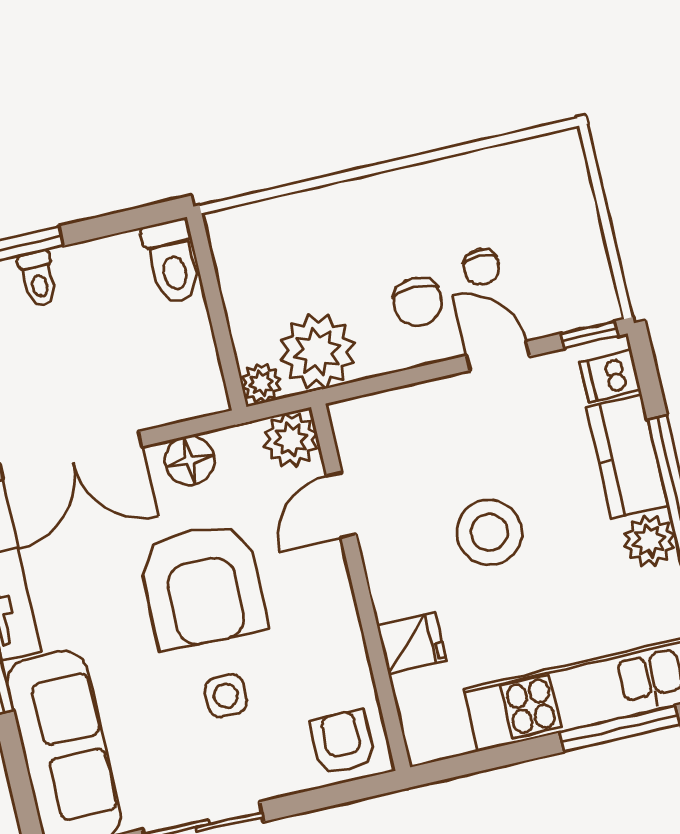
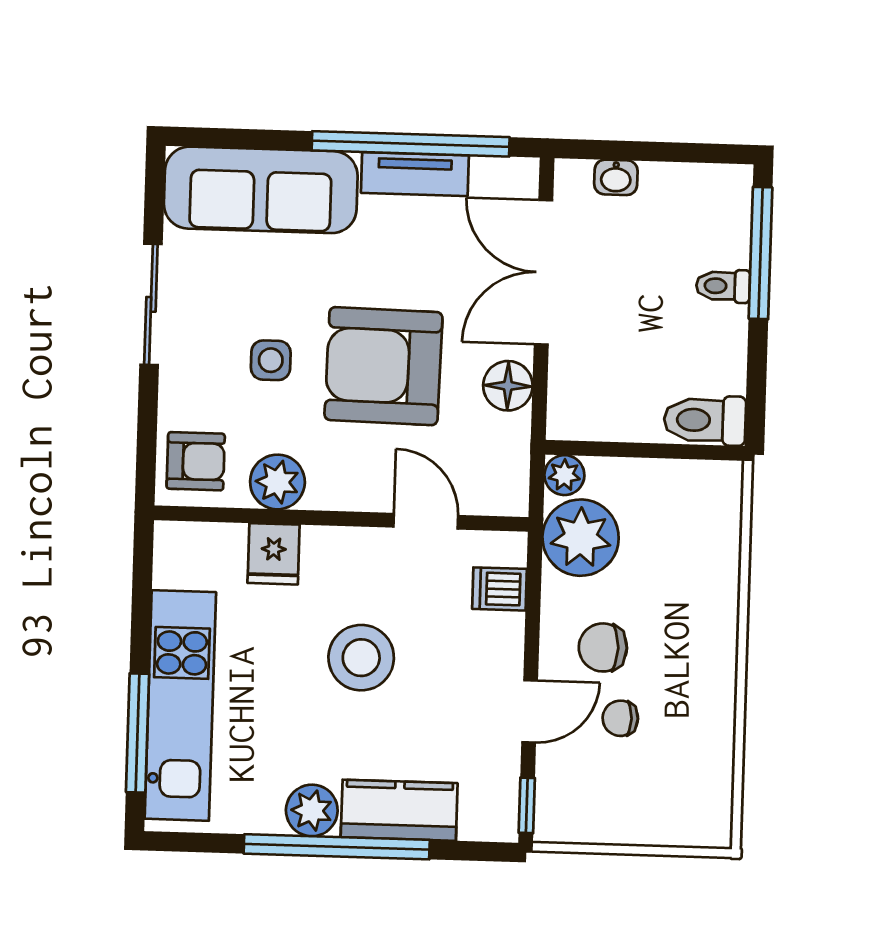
dishwasher: (610, 376) -> (499, 589), moved, turned -90
plant: (291, 440) -> (277, 482), moved

